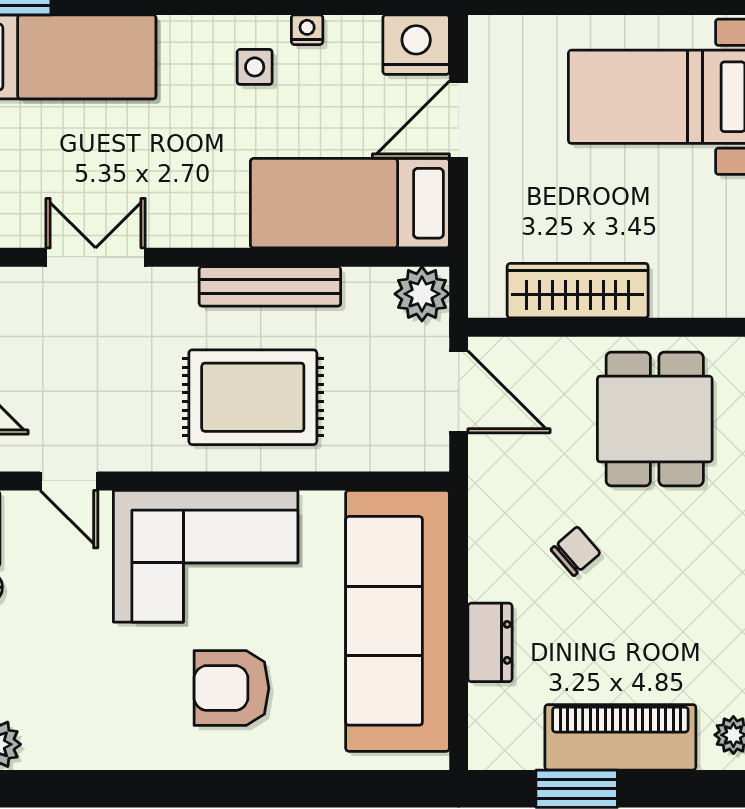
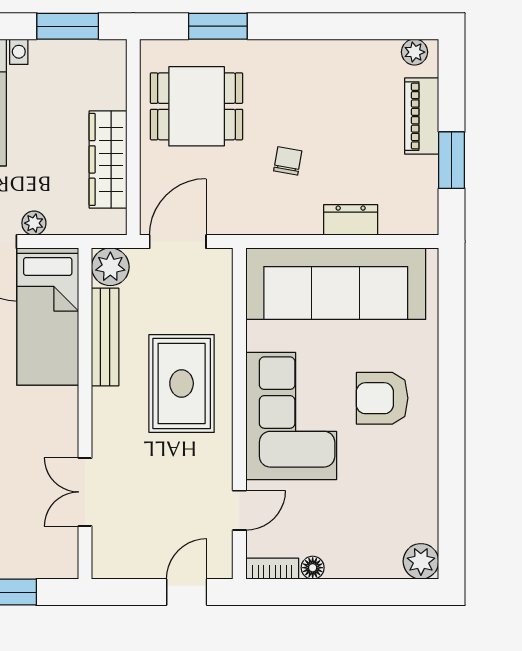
plant: (485, 183) -> (34, 223), added
bench: (270, 286) -> (105, 337), moved
chair: (576, 551) -> (288, 161), turned 51
armchair: (231, 688) -> (382, 398), turned 90
piano: (620, 737) -> (422, 116), width x0.73, depth x0.75

